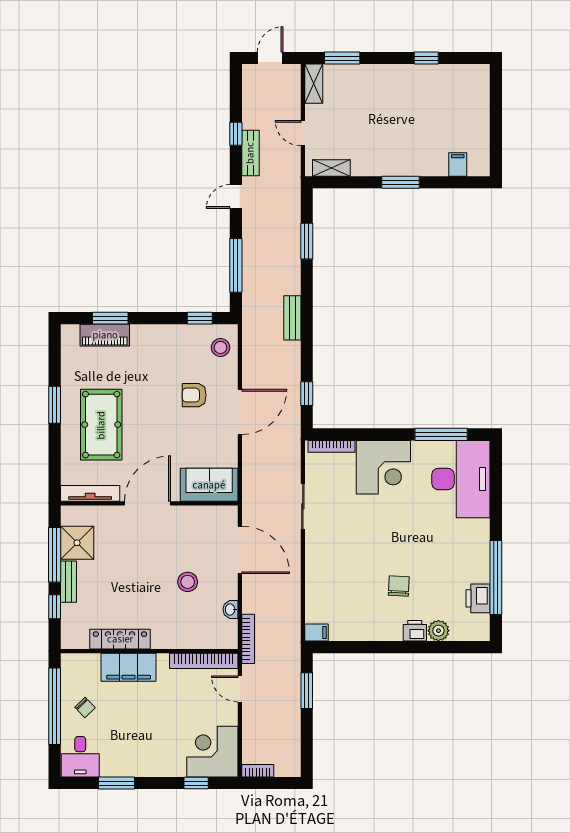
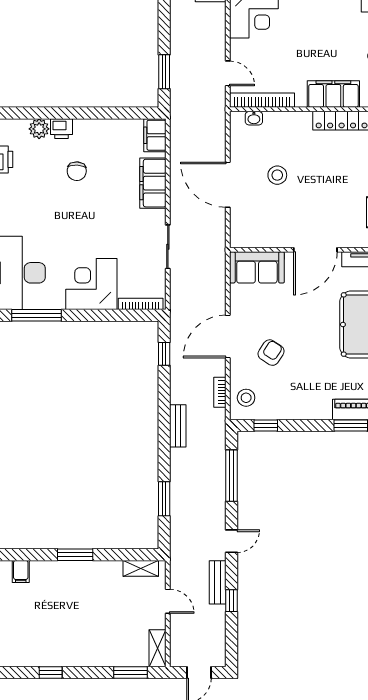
armchair: (194, 395) -> (271, 353), turned -57
door: (240, 550) -> (228, 185), moved
filing cabinet: (319, 573) -> (153, 183), added
washbasin: (230, 609) -> (254, 118), moved, turned 90
filing cabinet: (316, 633) -> (155, 135), width x2.00
bookcase: (248, 639) -> (220, 392), moved, width x0.64

